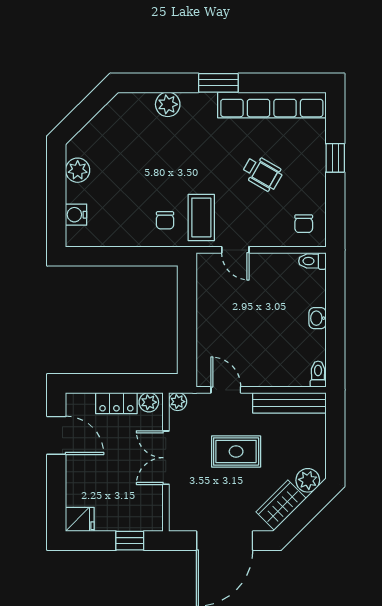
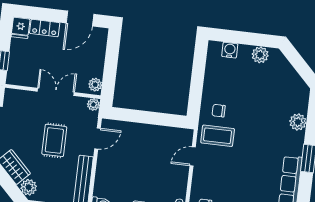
wheelchair: (262, 173) -> (243, 181), removed
locker: (116, 403) -> (45, 28), moved, turned -90

